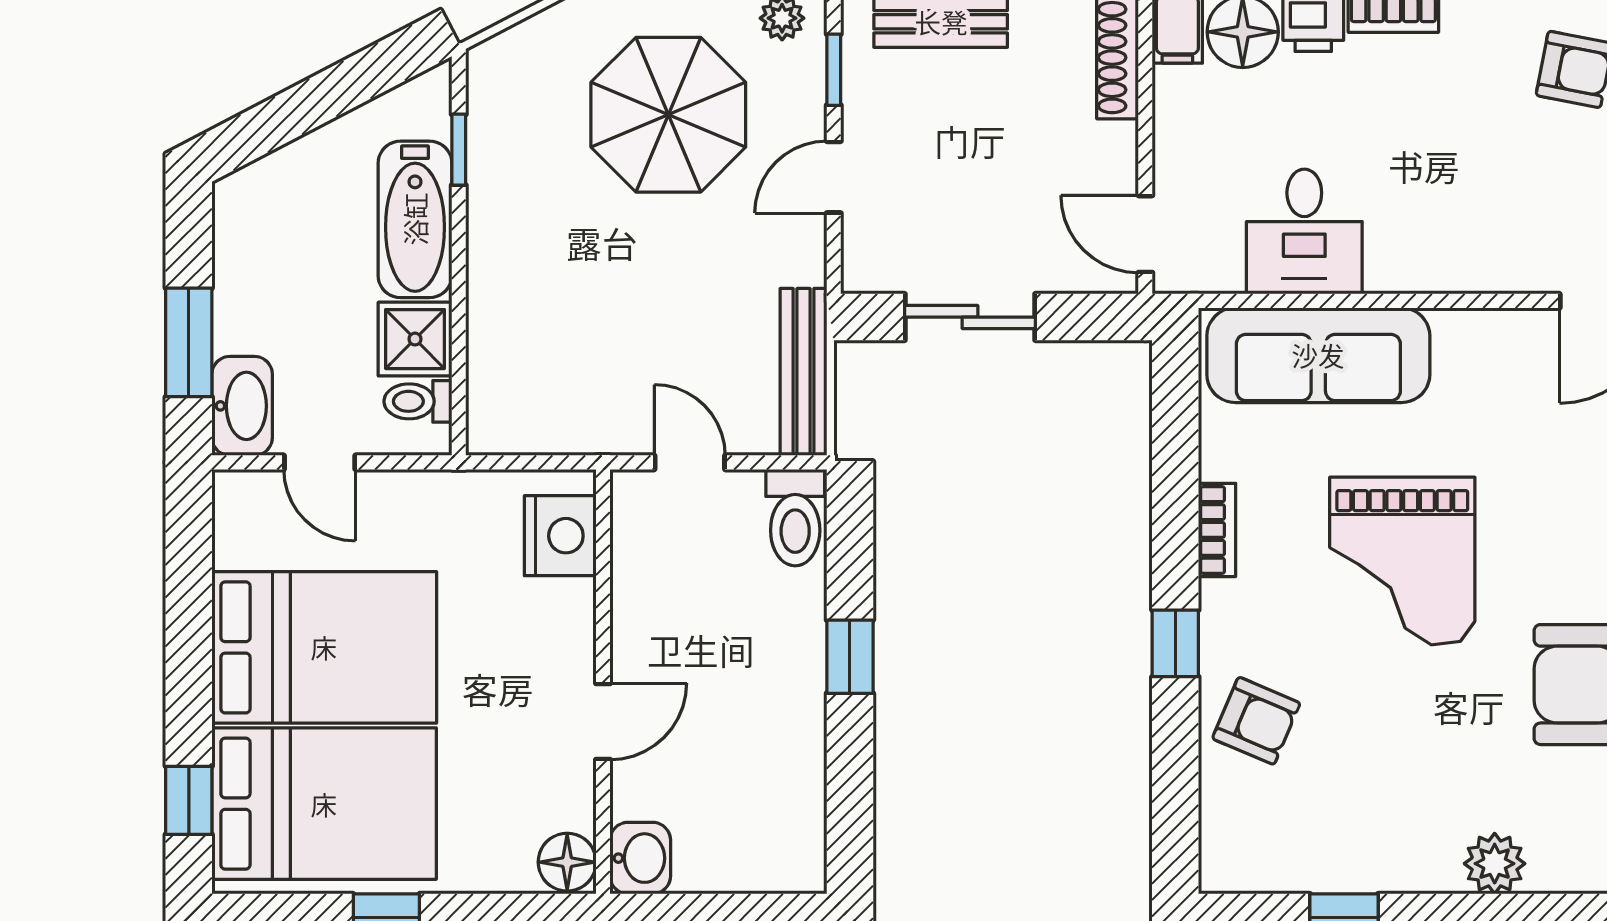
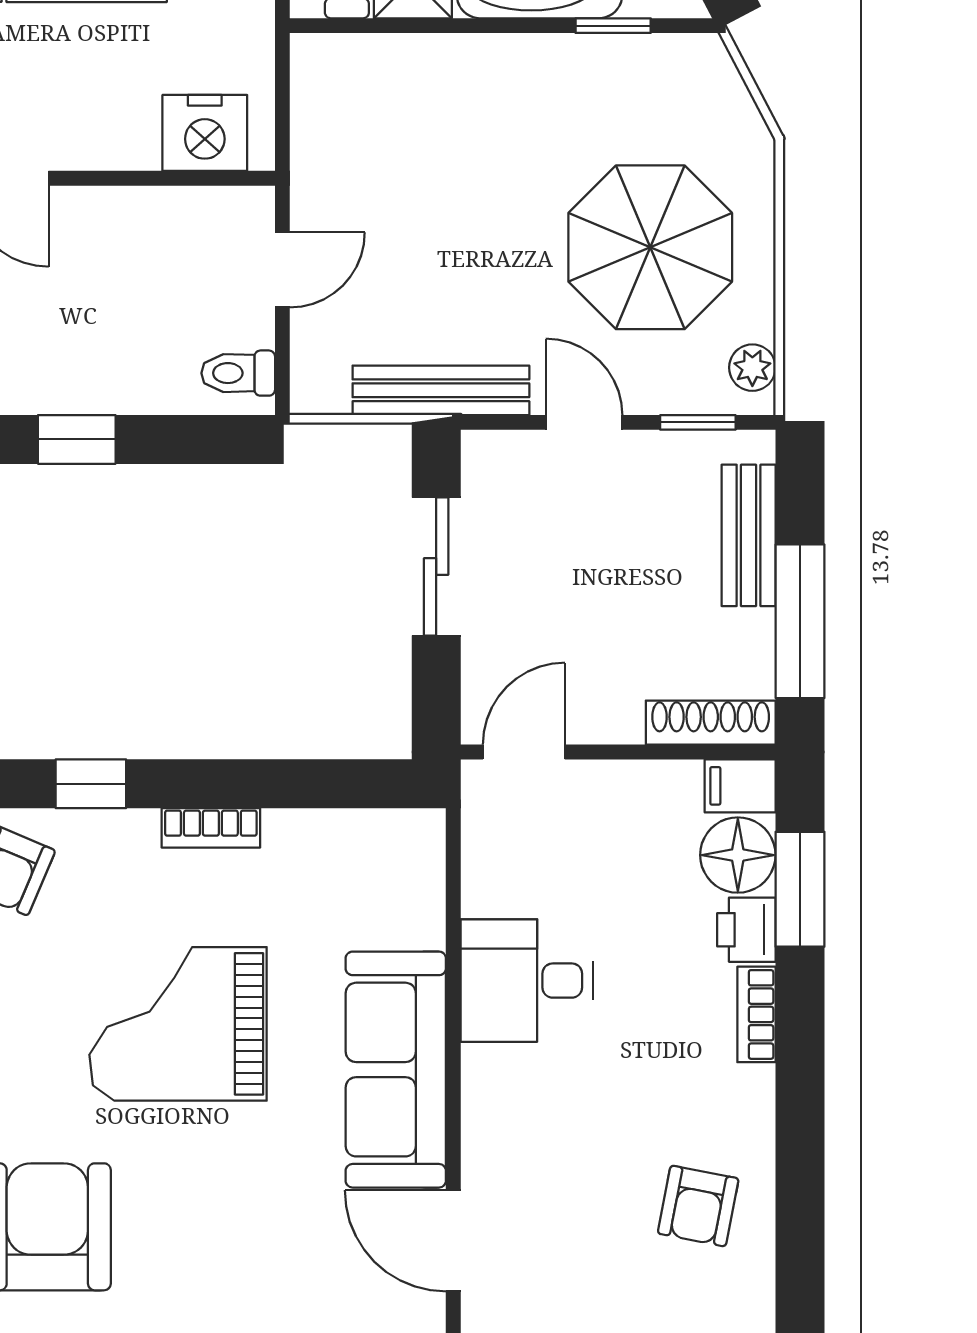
desk: (1304, 232) -> (527, 981), moved
sofa: (1318, 355) -> (396, 1070), moved
bench: (803, 372) -> (441, 390), moved
toilet: (795, 518) -> (238, 373), width x0.73, depth x0.72

